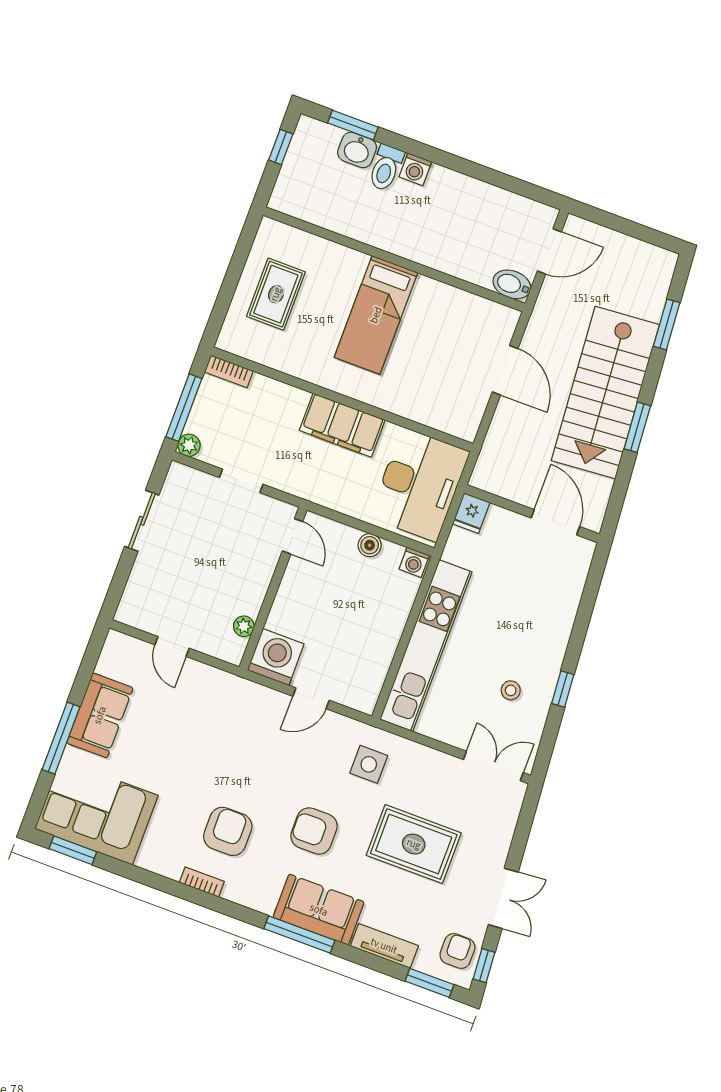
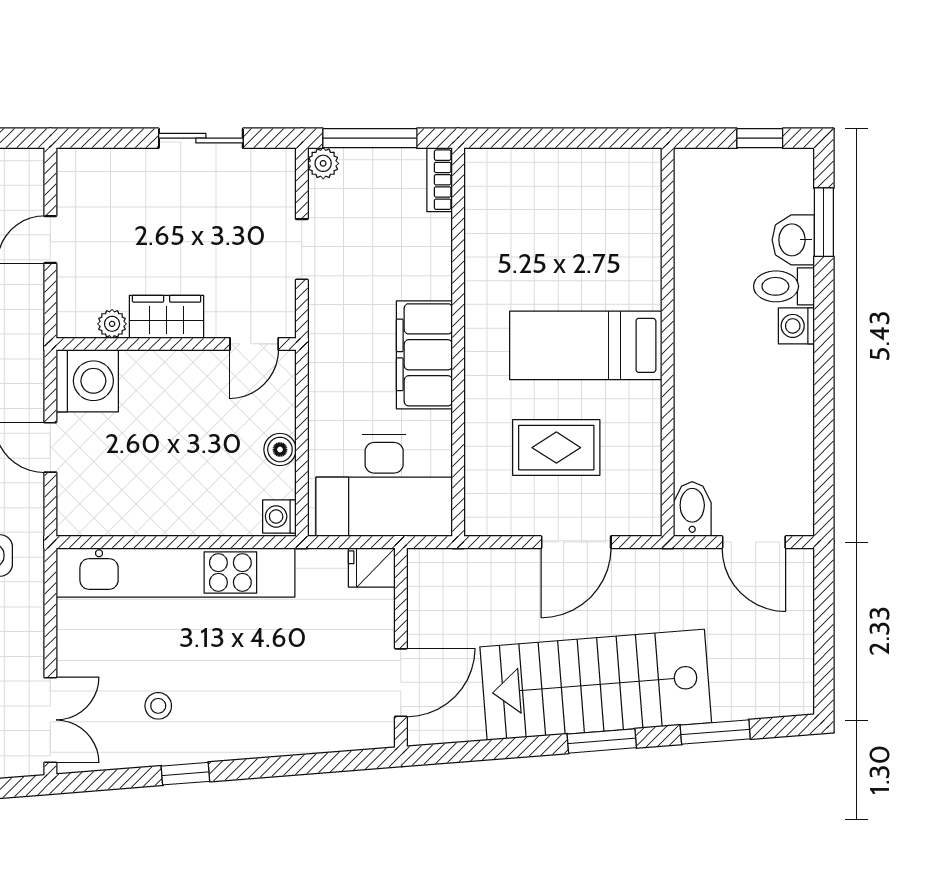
rug: (276, 294) -> (556, 448), moved
window: (637, 427) -> (602, 741), moved
wardrobe: (253, 588) -> (167, 317), added

